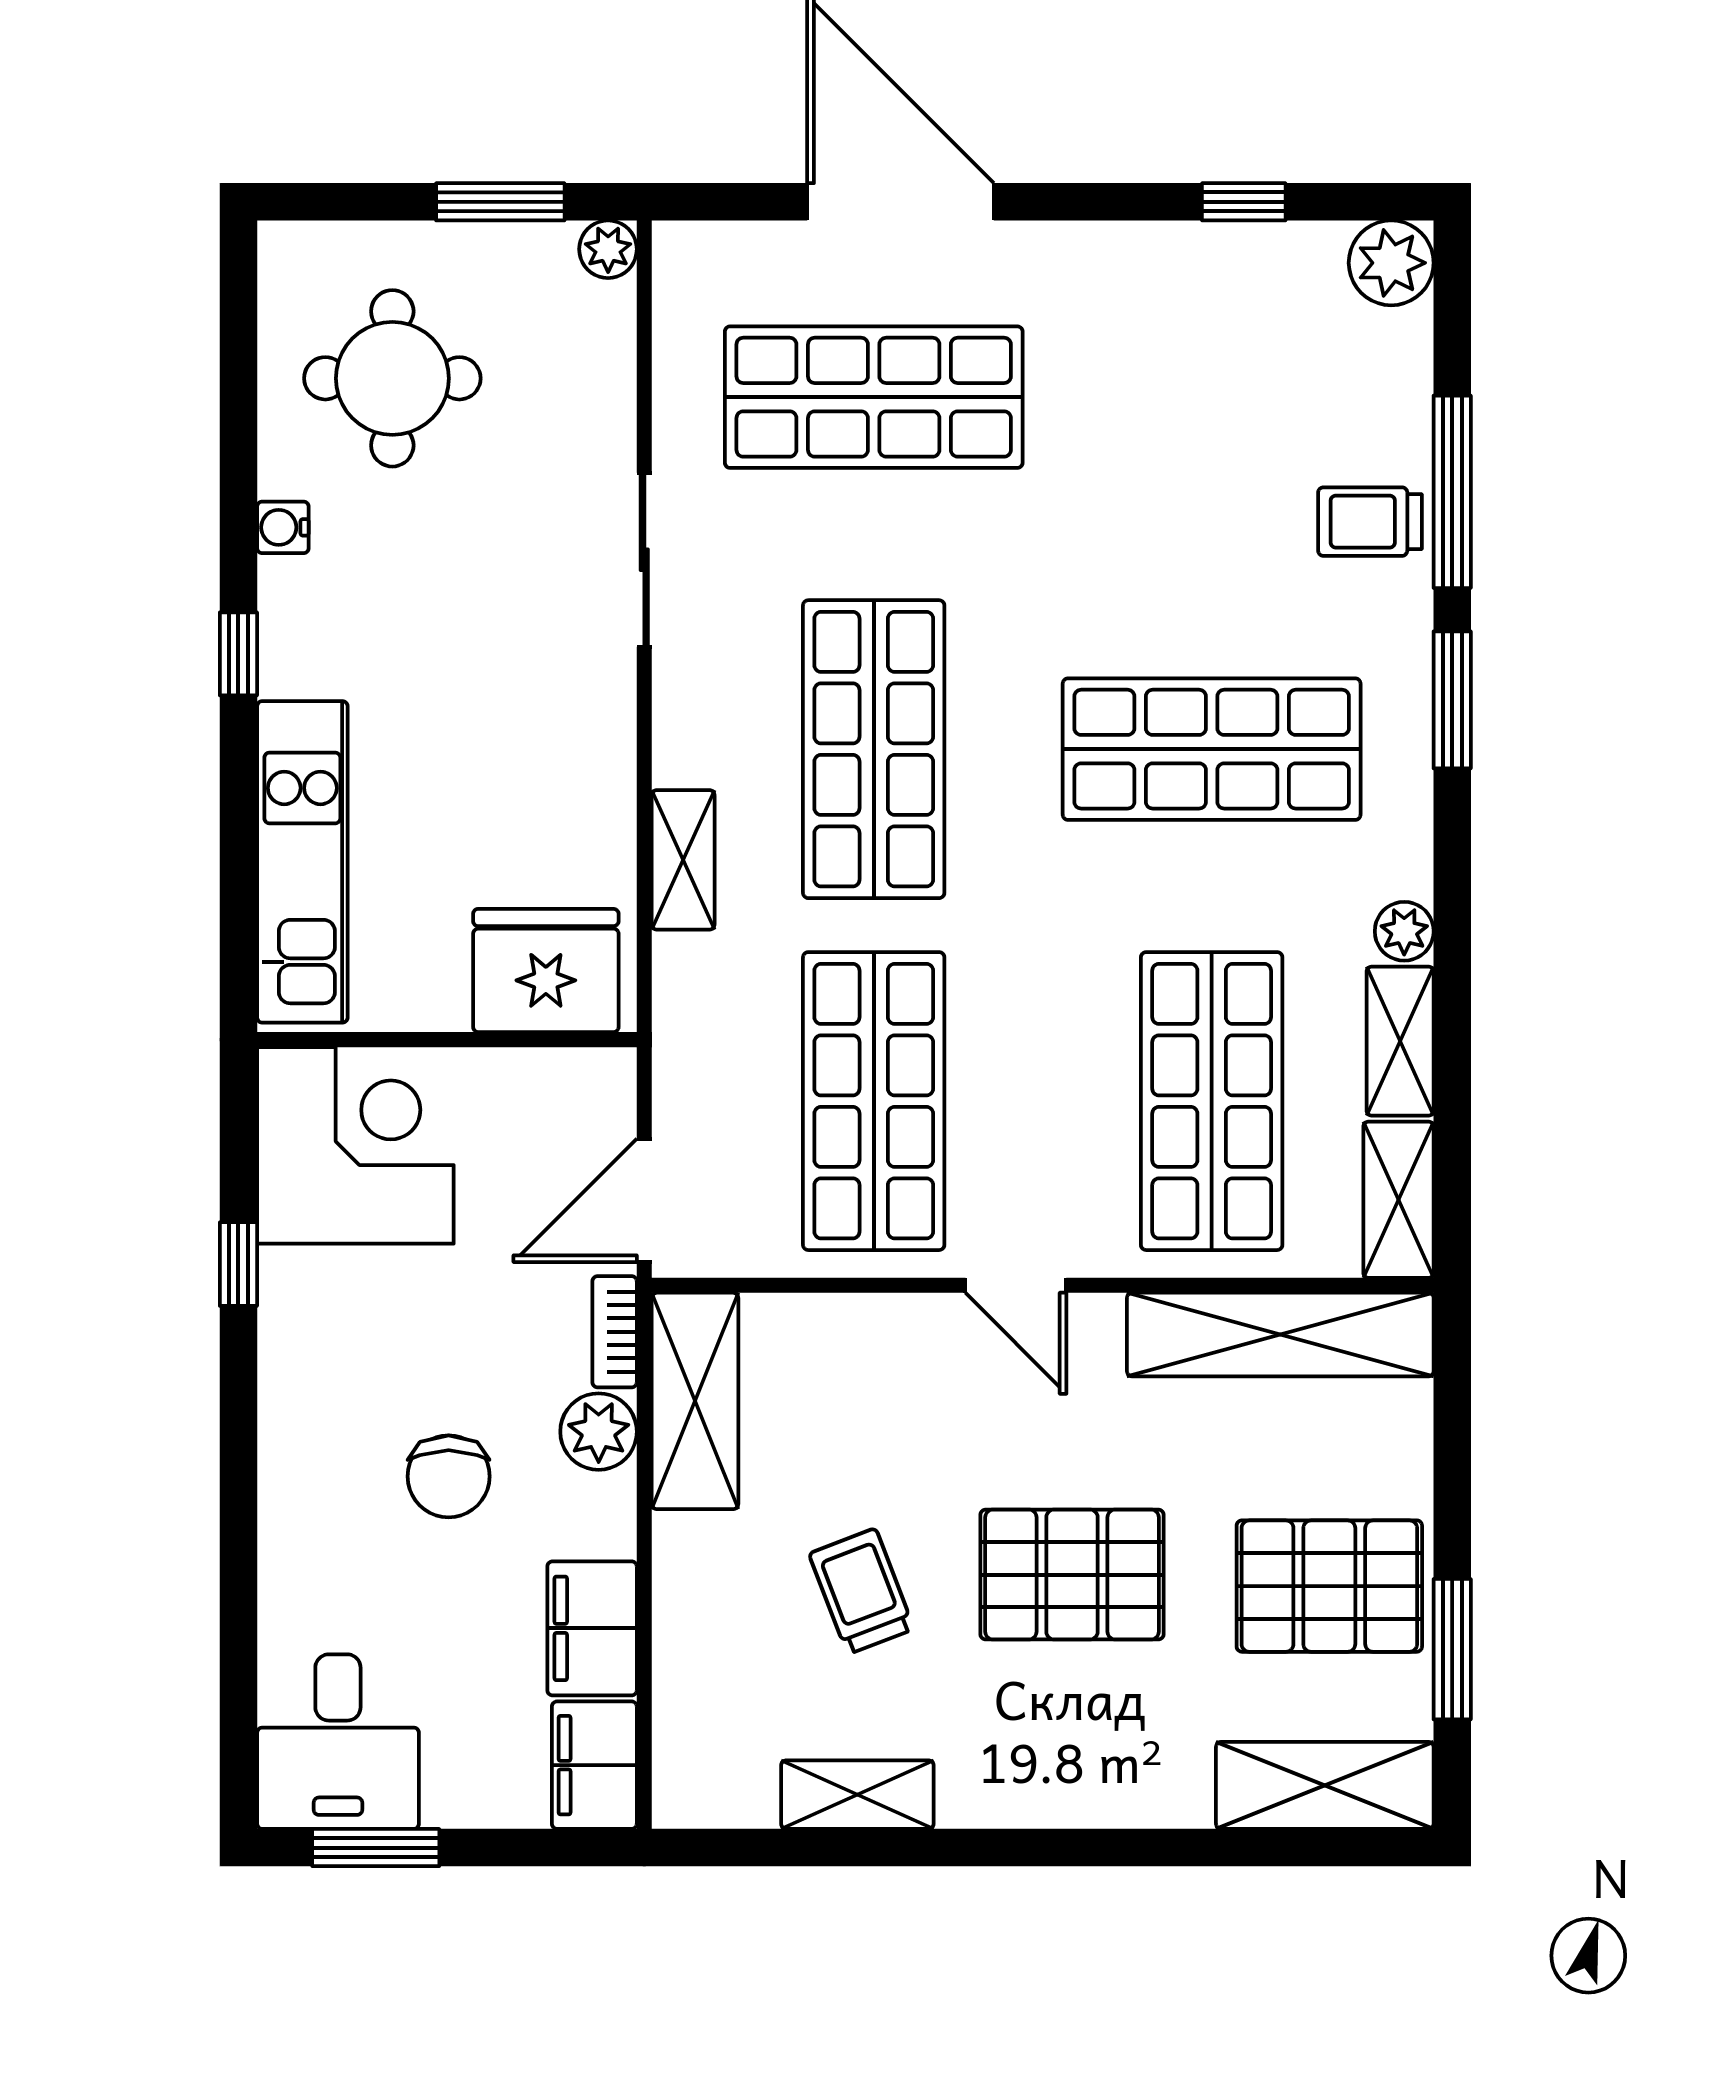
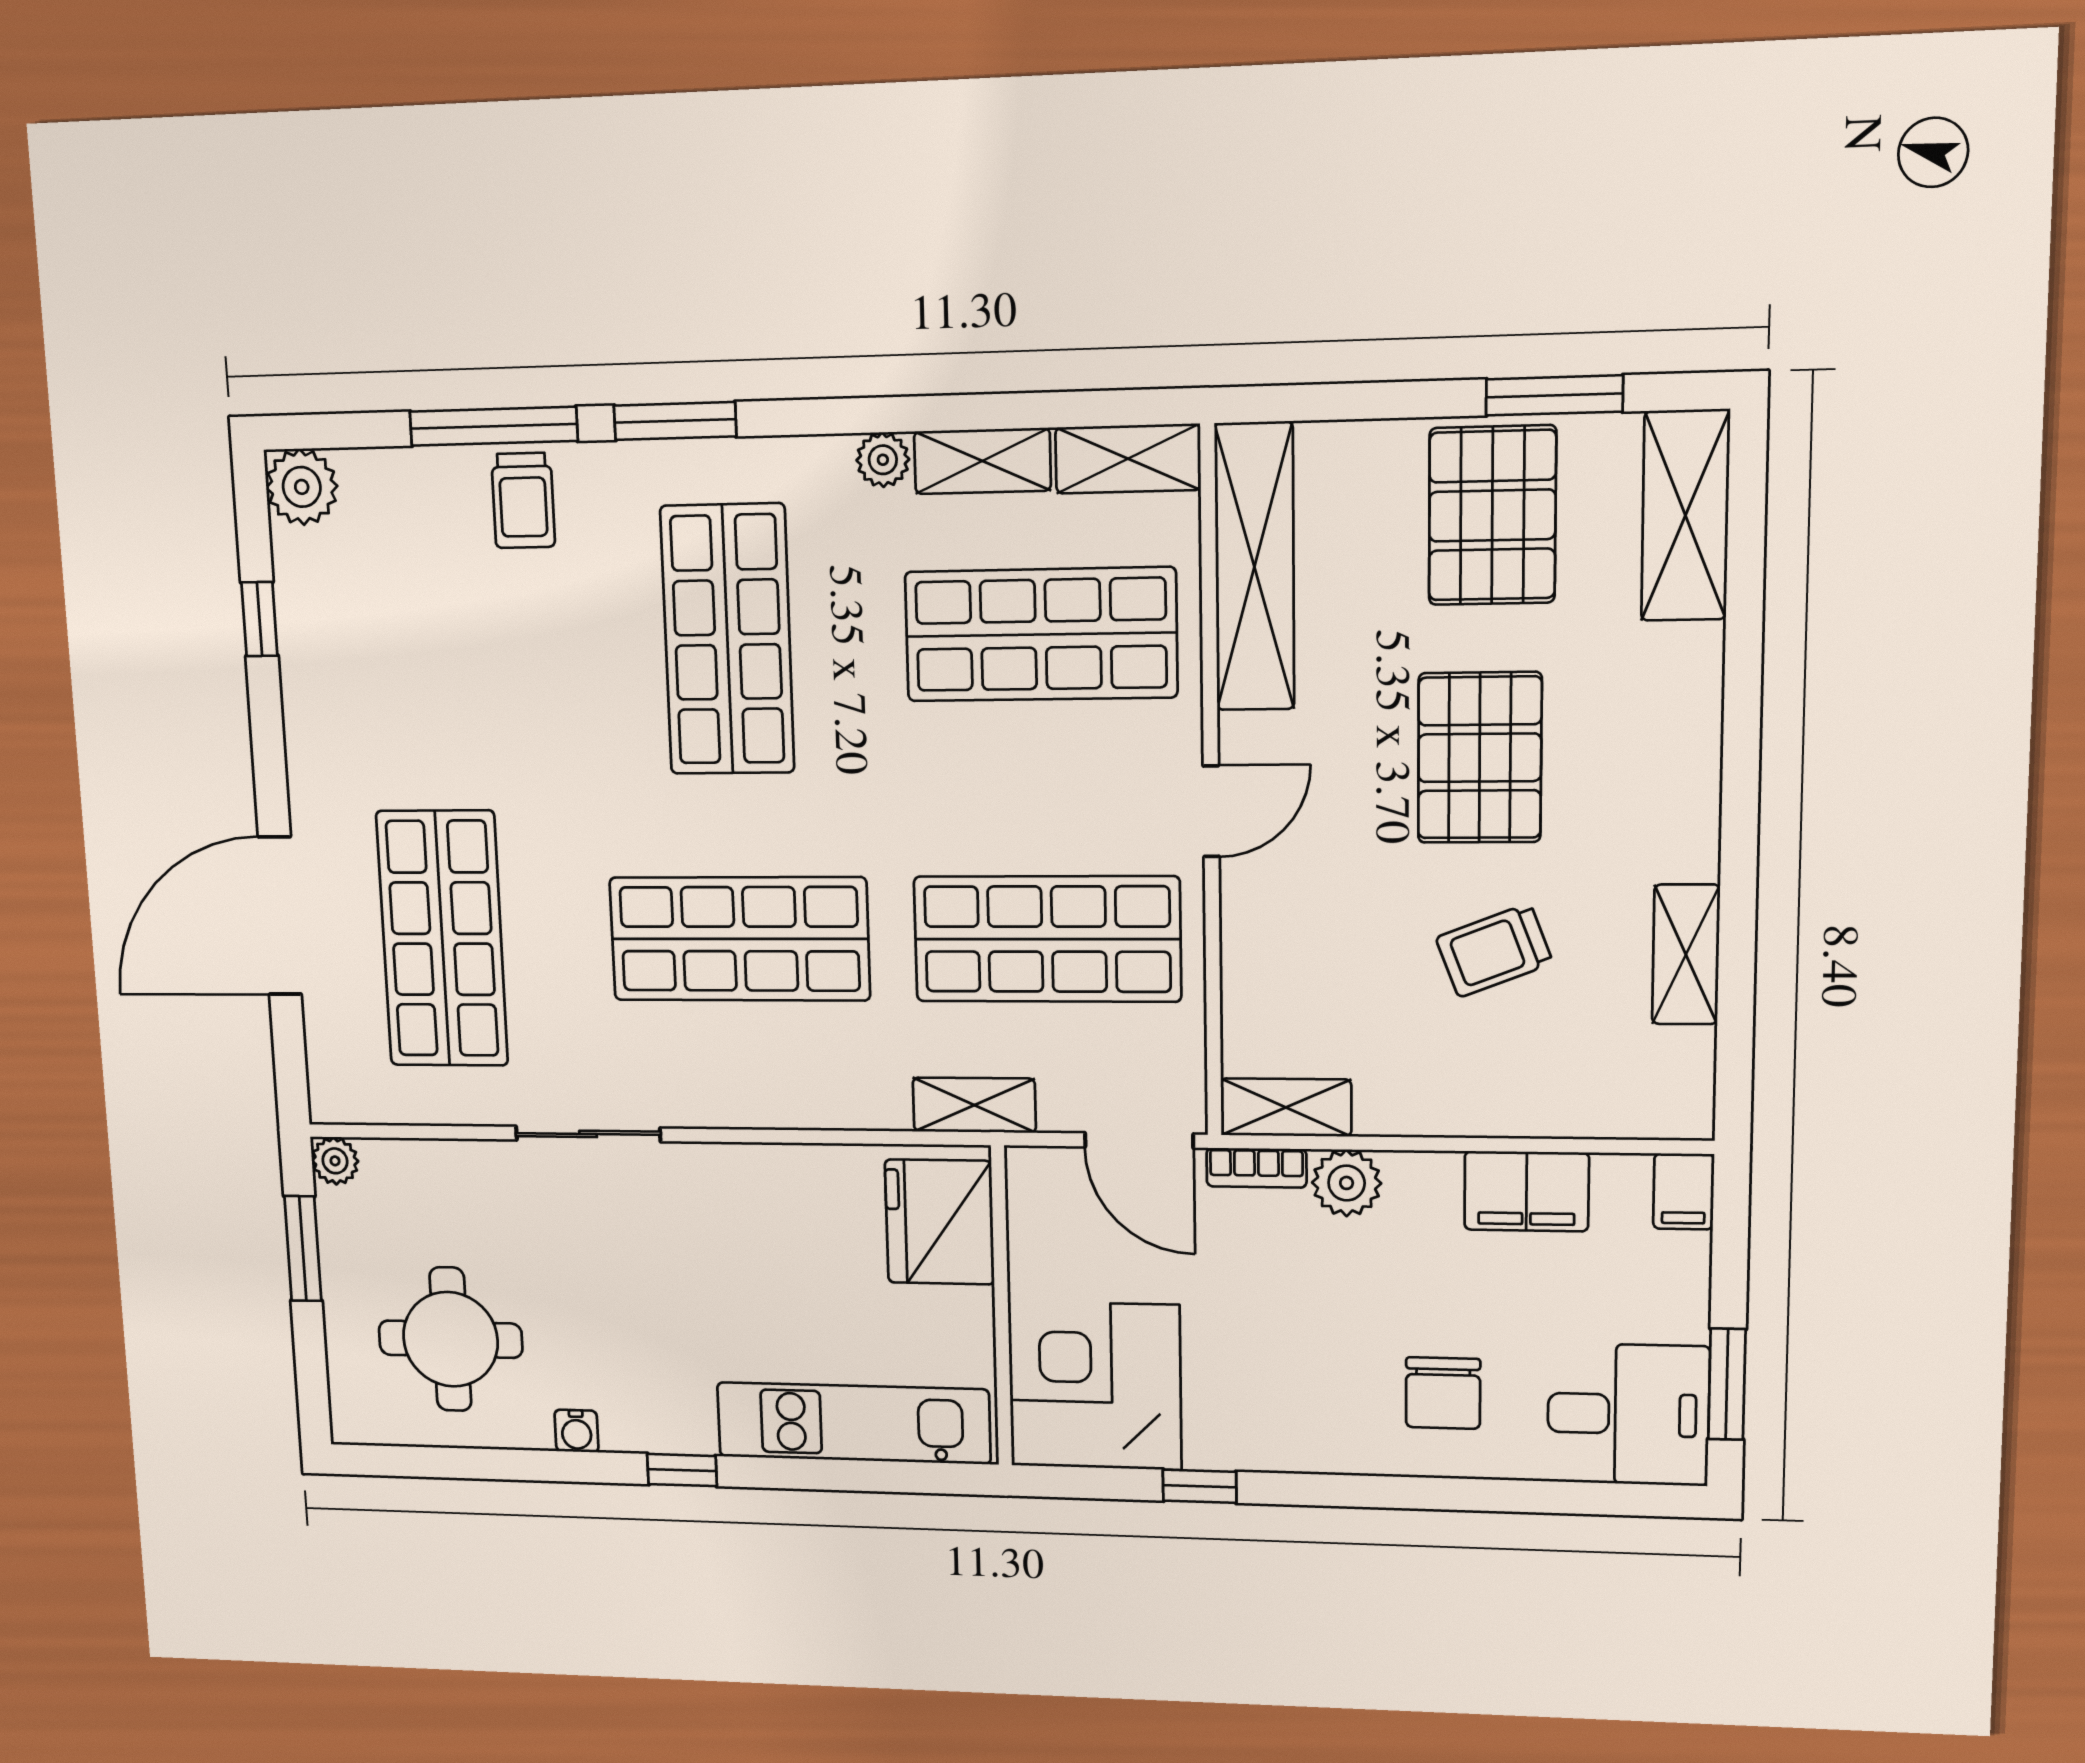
shelving: (683, 860) -> (974, 1105), moved
shelving: (695, 1401) -> (1286, 1107), width x0.67, depth x0.75
chair: (449, 1476) -> (1443, 1393), moved, turned 90
filing cabinet: (594, 1765) -> (1684, 1191), width x0.50

